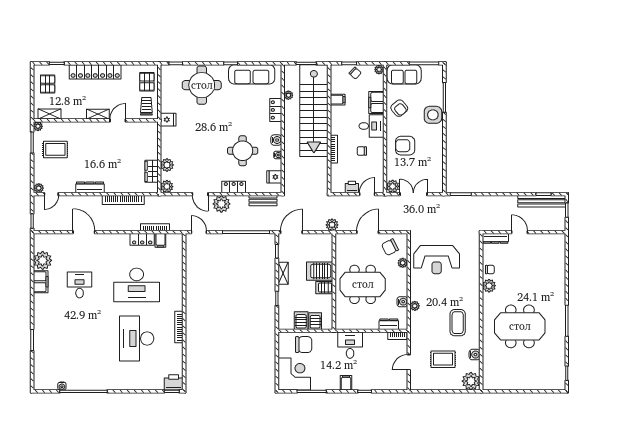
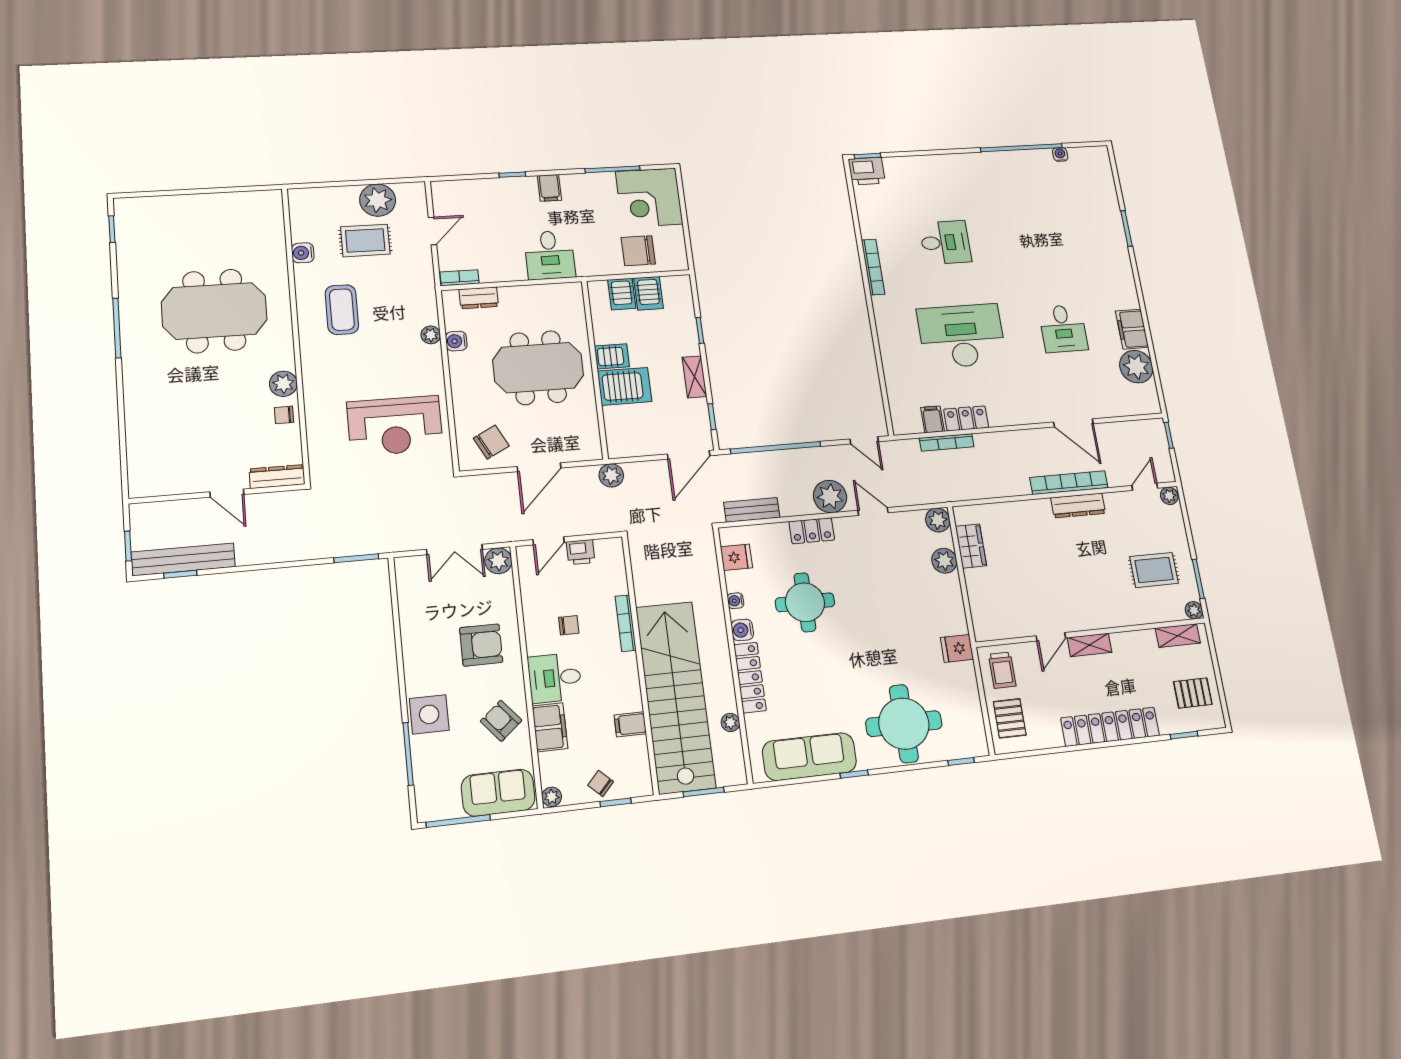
pallet: (48, 84) -> (1193, 693), turned 90
locker: (276, 110) -> (750, 678), width x1.53
bookcase: (123, 200) -> (1069, 483), moved
reception desk: (437, 260) -> (395, 426), turned 180
plant: (403, 263) -> (463, 414), removed
desk: (137, 339) -> (945, 242), width x0.53, depth x0.77
plant: (471, 381) -> (378, 200), moved

